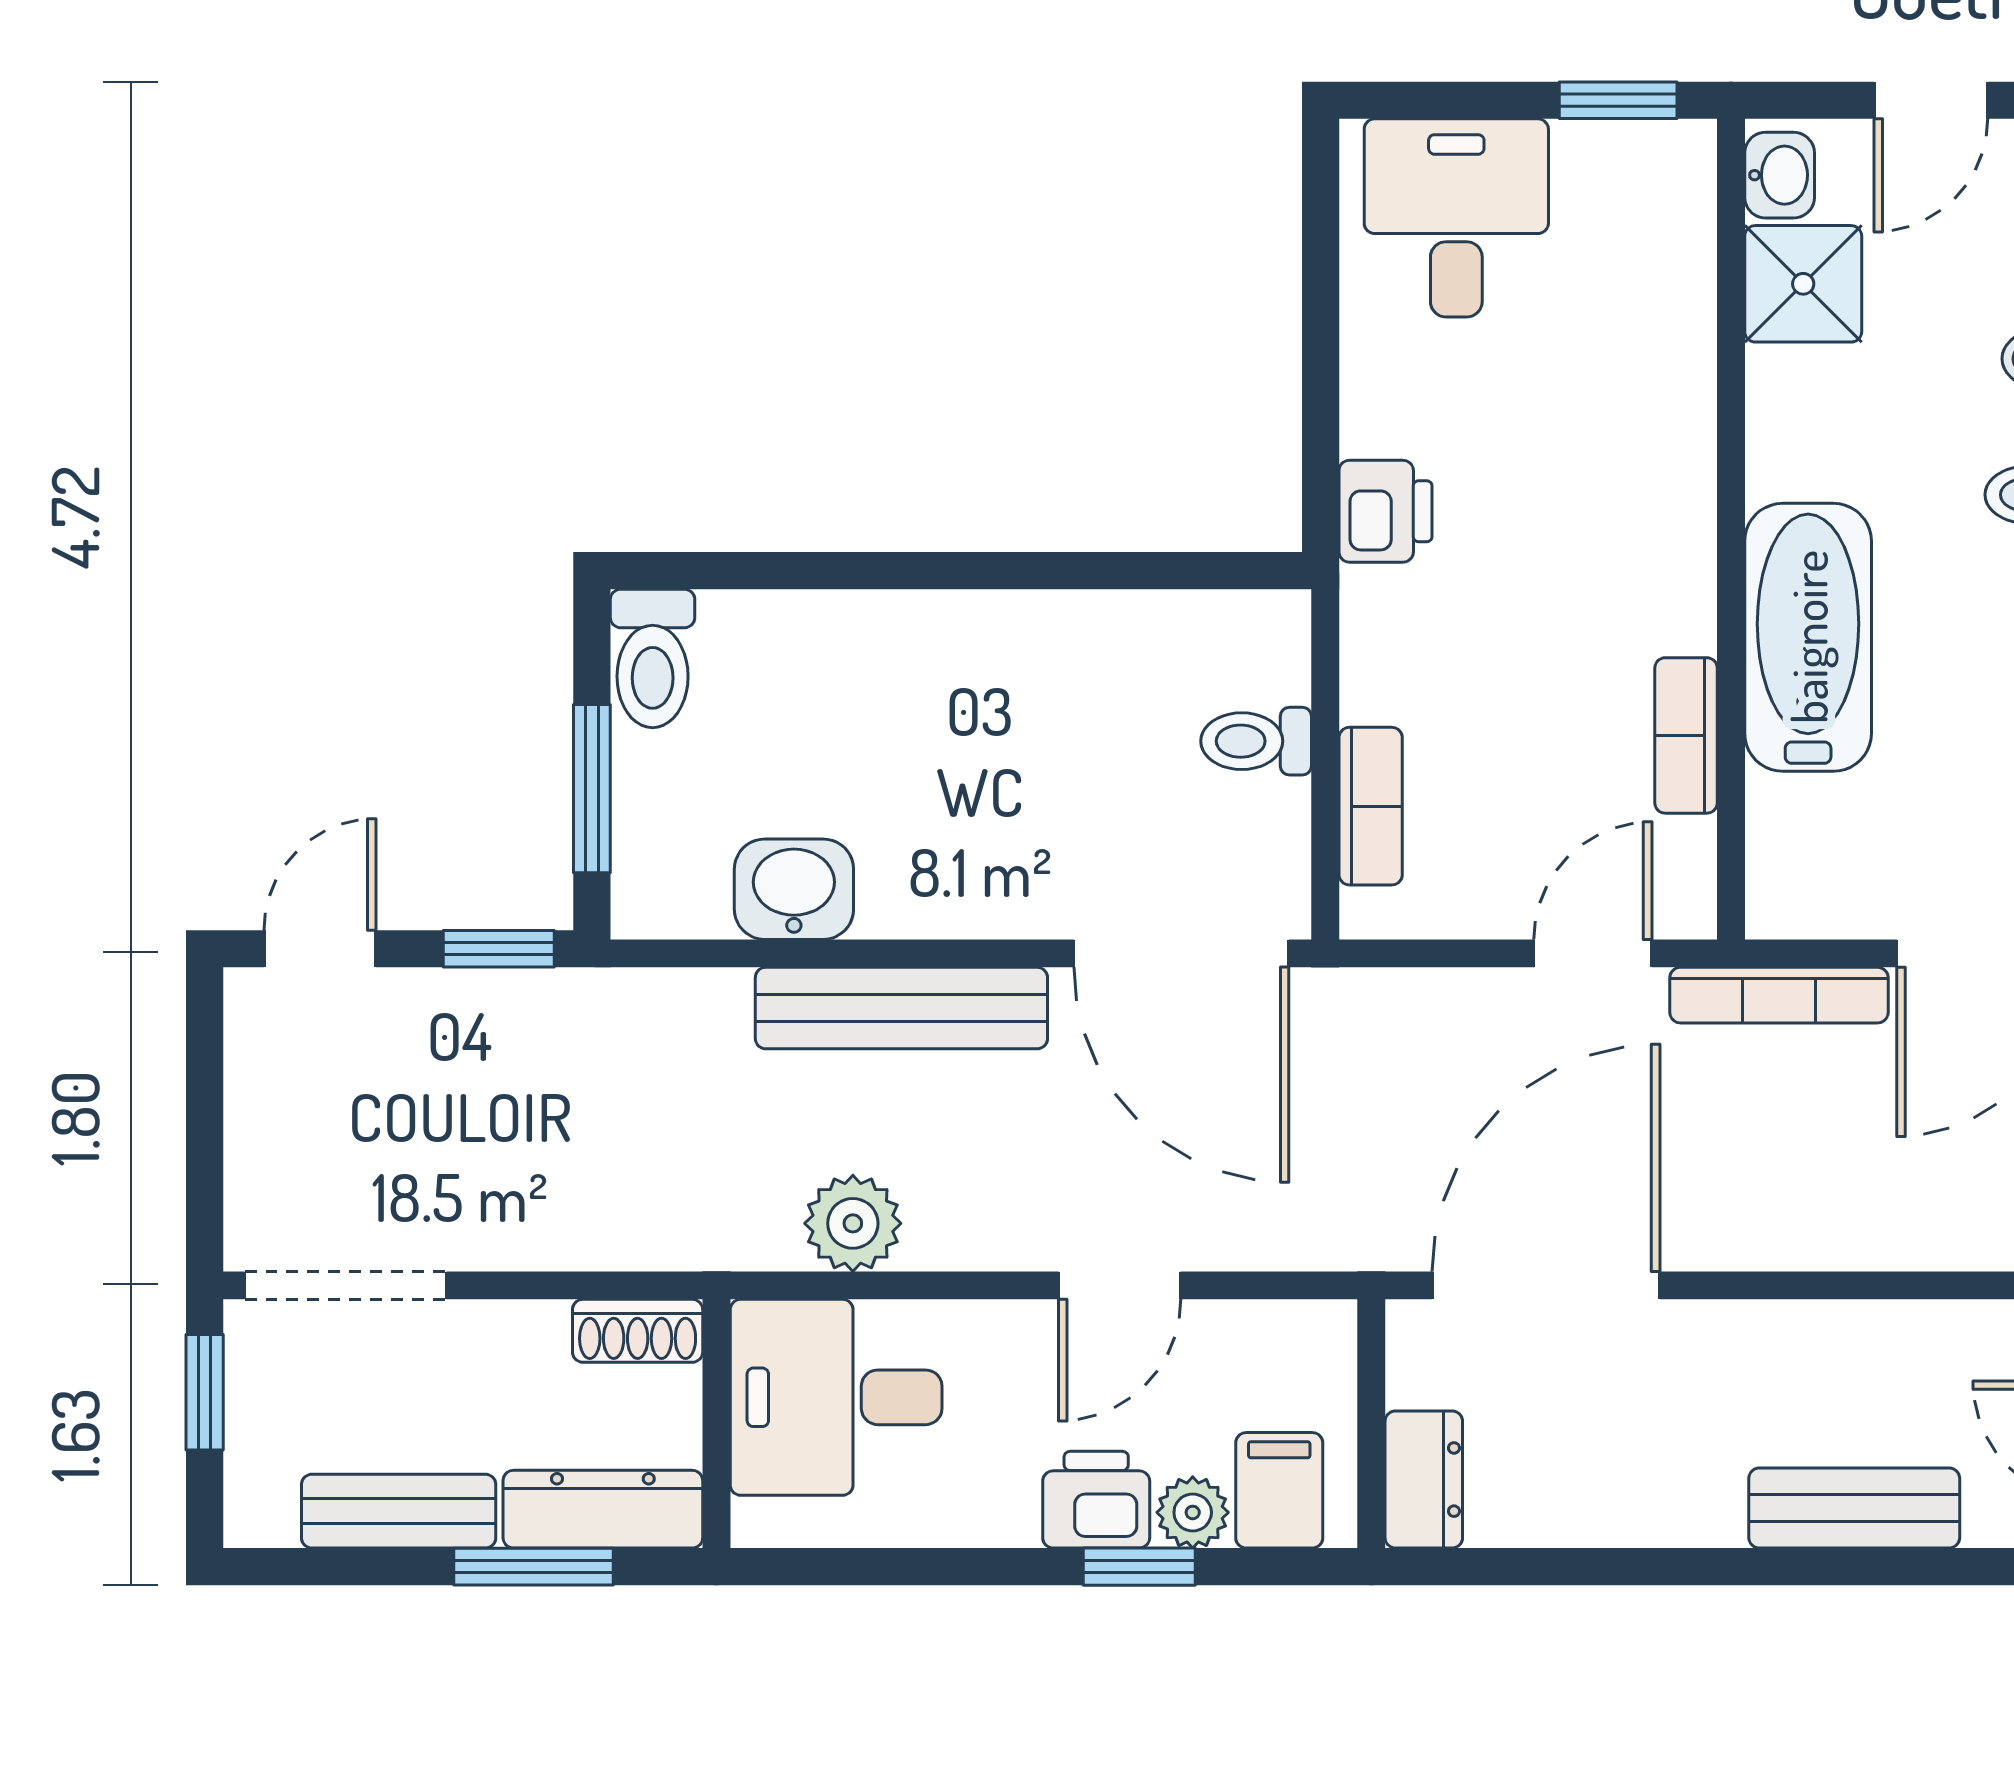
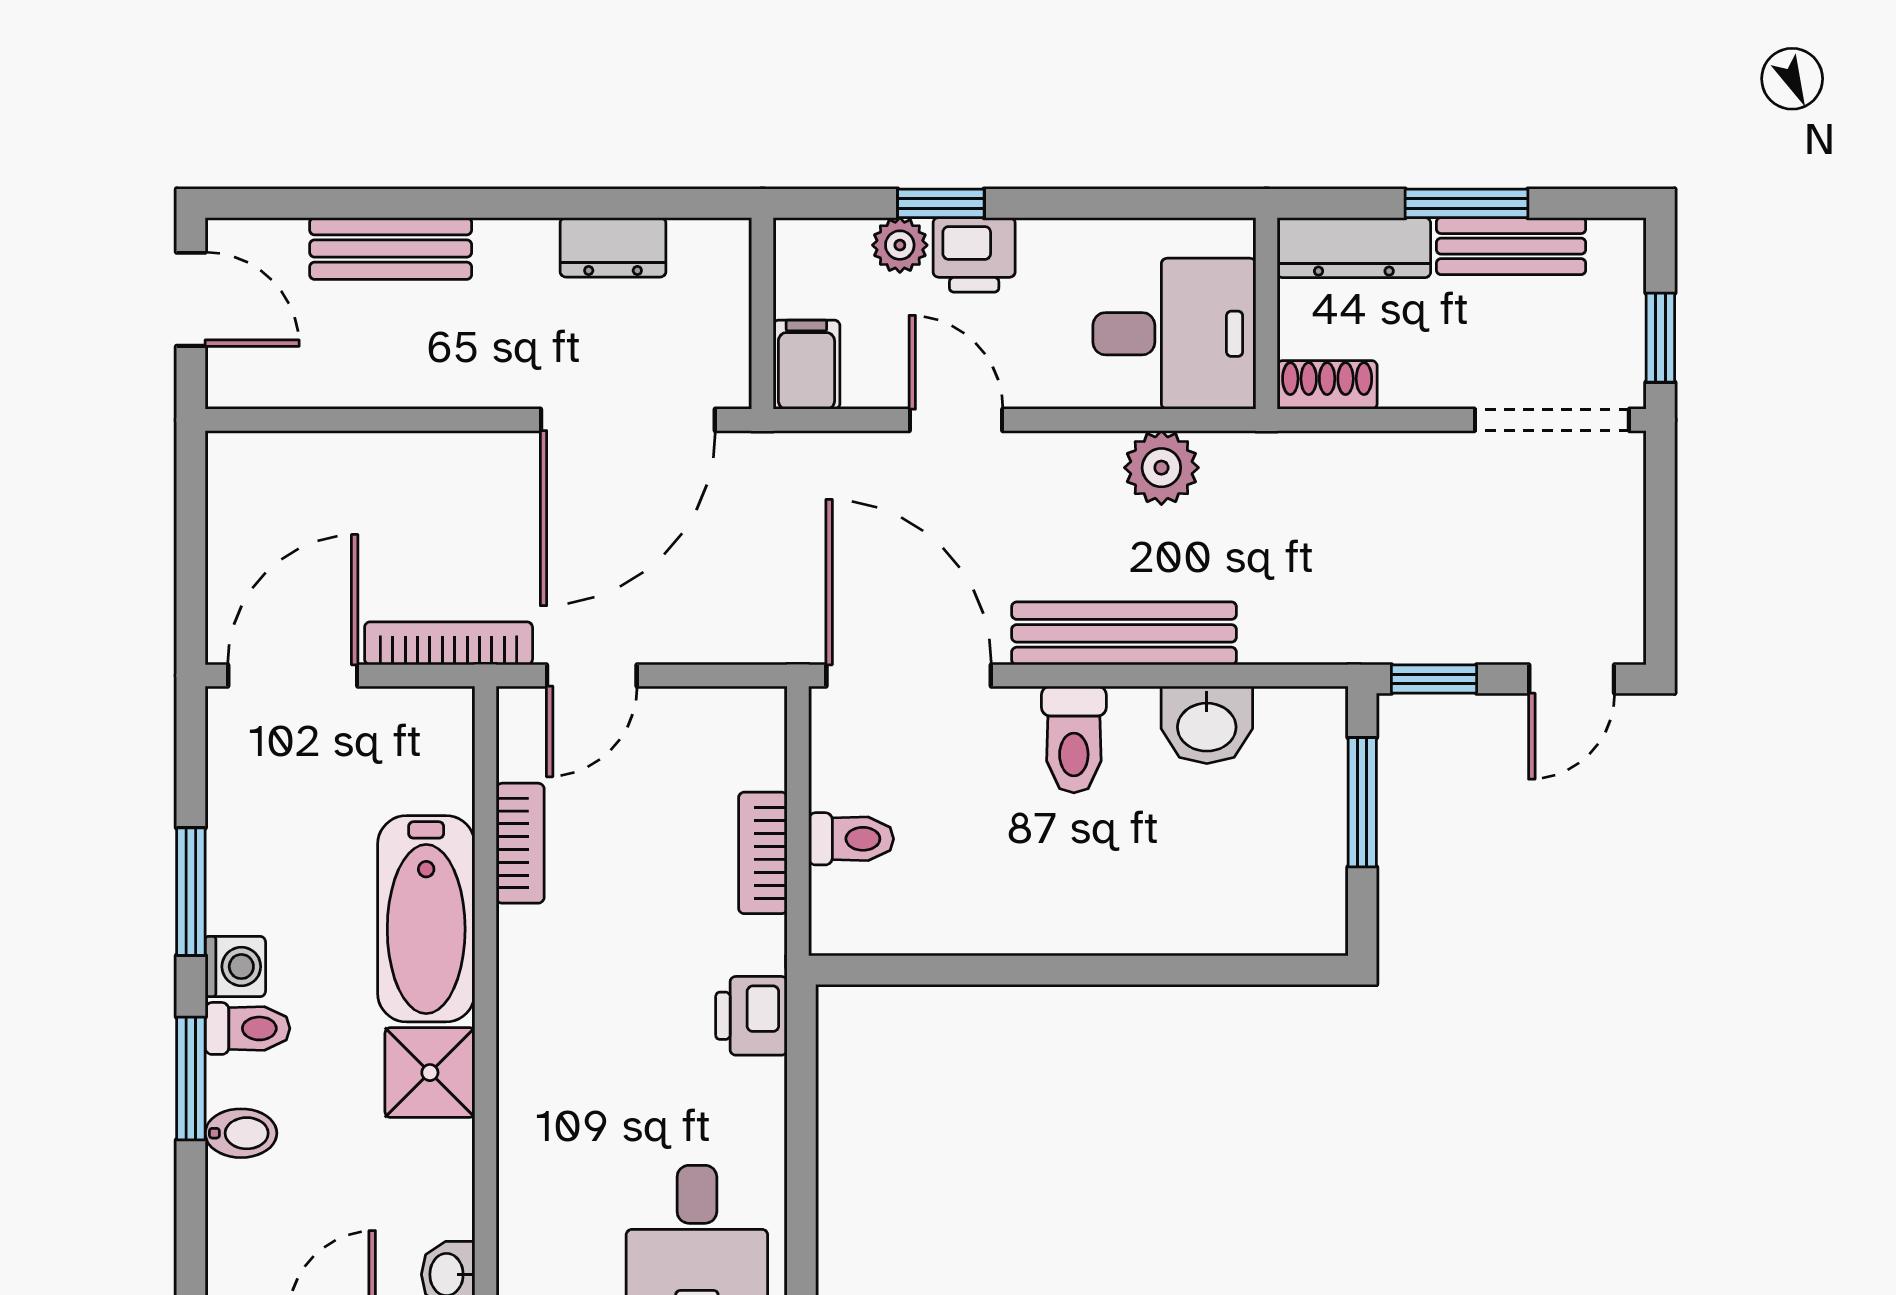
shower: (1803, 284) -> (430, 1073), moved
toilet: (653, 658) -> (1074, 740), moved, turned 180
bookcase: (1371, 806) -> (763, 853), moved
door: (1120, 1285) -> (956, 420), hinge flipped
dresser: (1424, 1480) -> (613, 247), moved, turned -90
filing cabinet: (1279, 1490) -> (806, 365), moved, turned 180
window: (534, 1567) -> (1466, 203), moved

